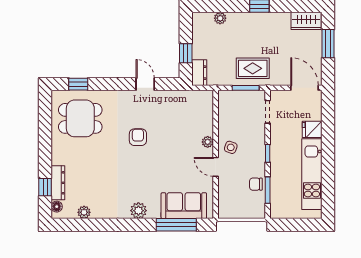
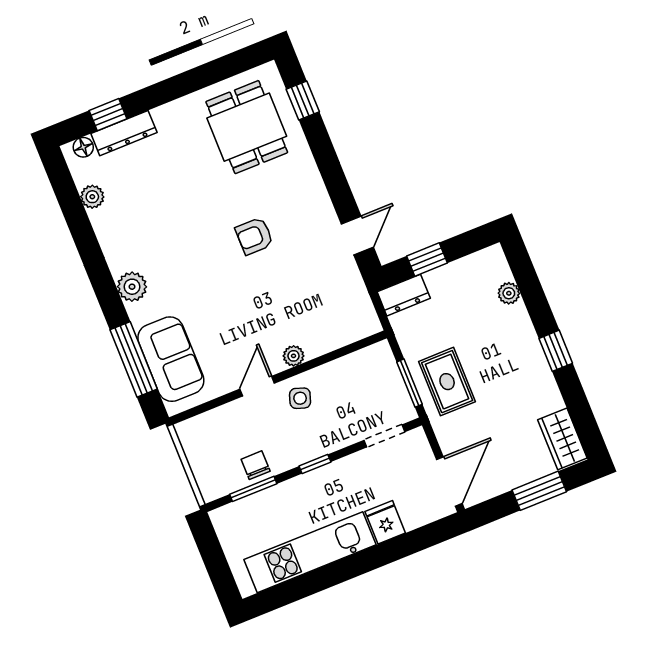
door: (145, 84) -> (357, 235), moved
armchair: (138, 137) -> (254, 236), turned 180

